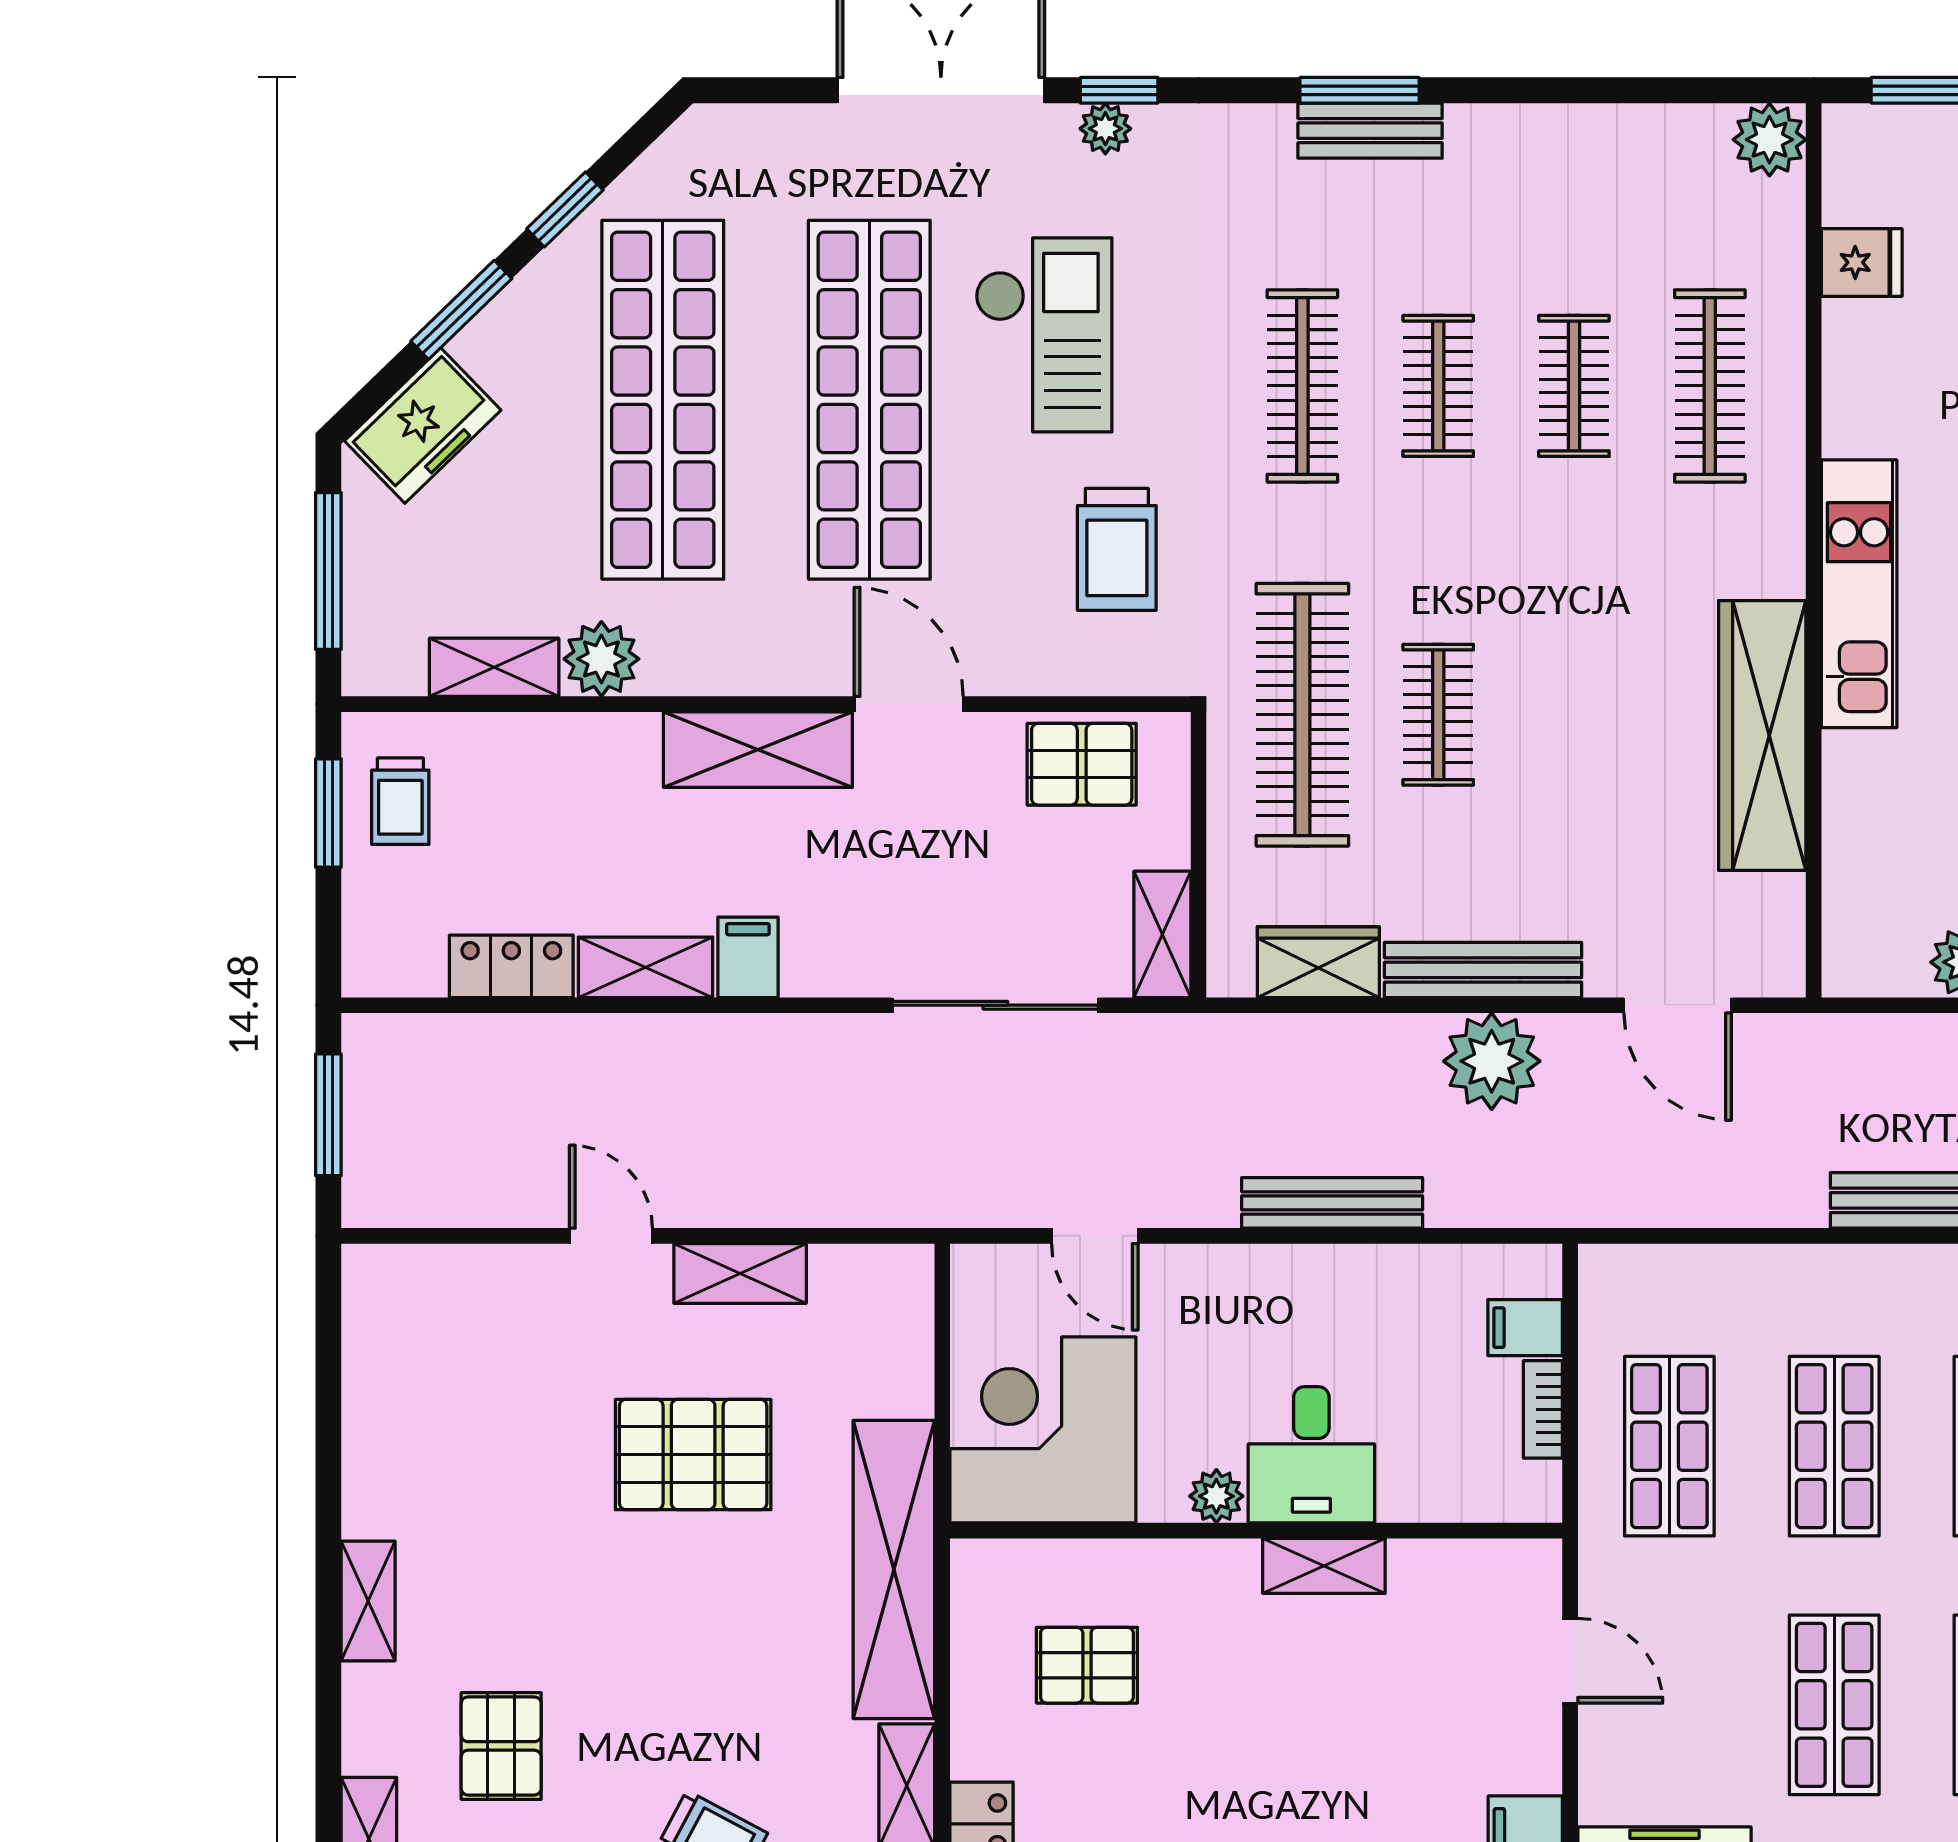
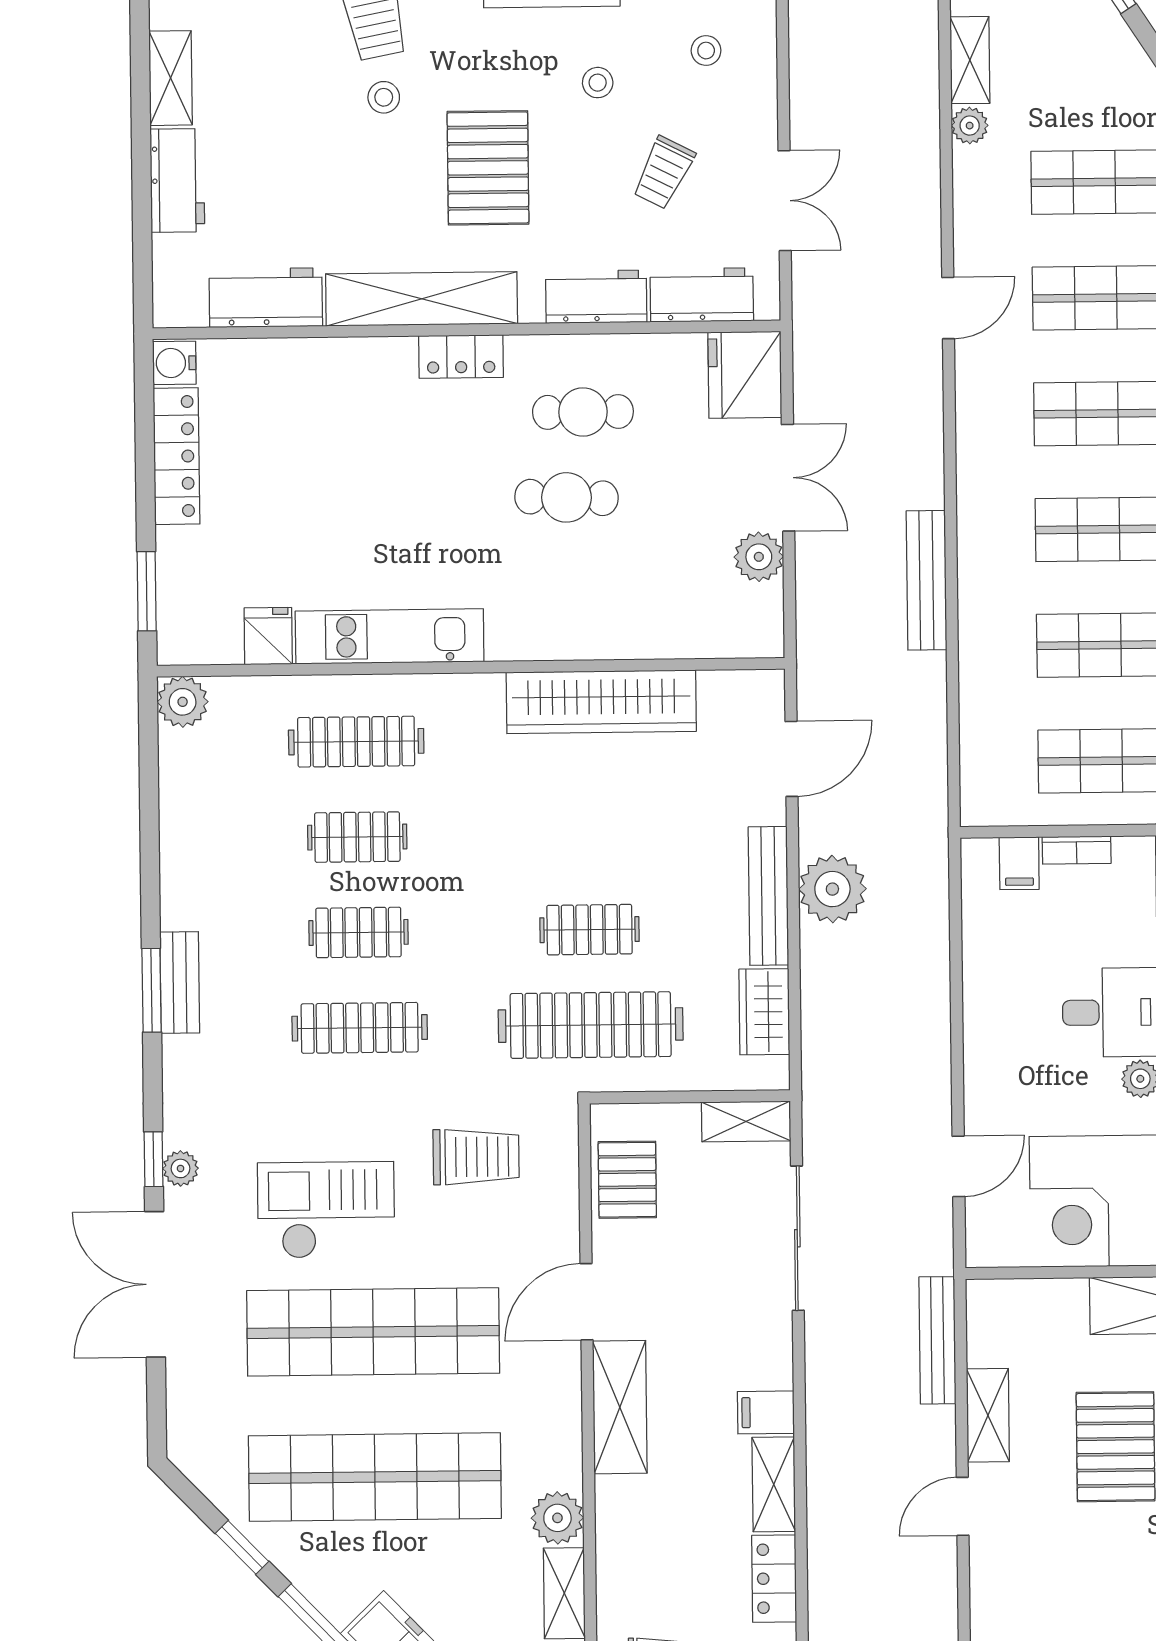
kitchen unit: (1859, 594) -> (390, 636), moved
bench: (1332, 1203) -> (937, 1340), moved

